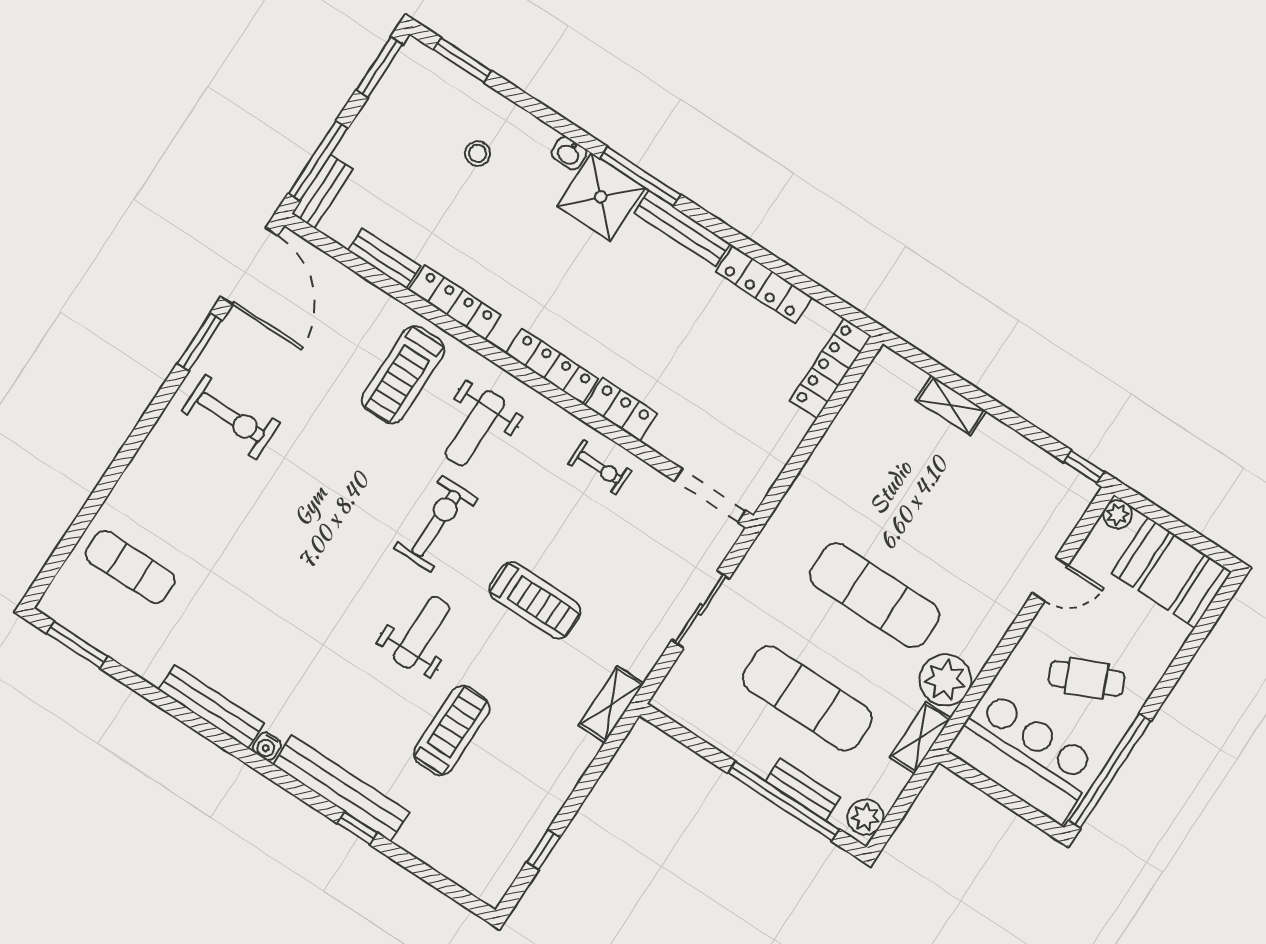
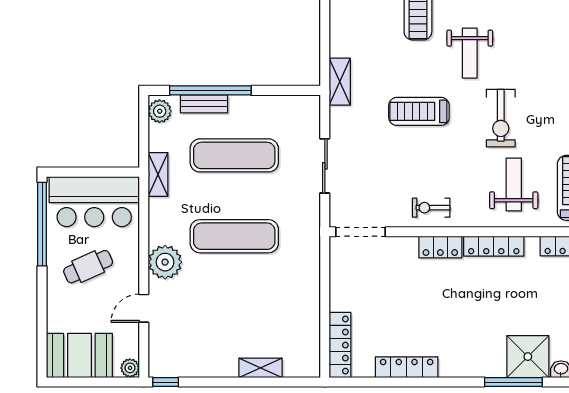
bench: (682, 228) -> (472, 369), removed
plant: (945, 680) -> (165, 262), moved

